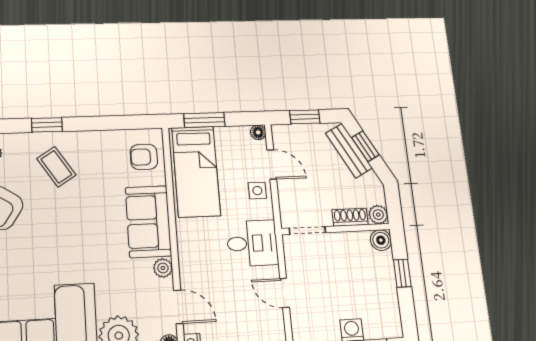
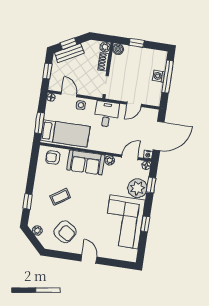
armchair: (144, 157) -> (53, 158), turned 90
door: (272, 164) -> (69, 94), hinge flipped
coffee table: (56, 167) -> (60, 197), moved

